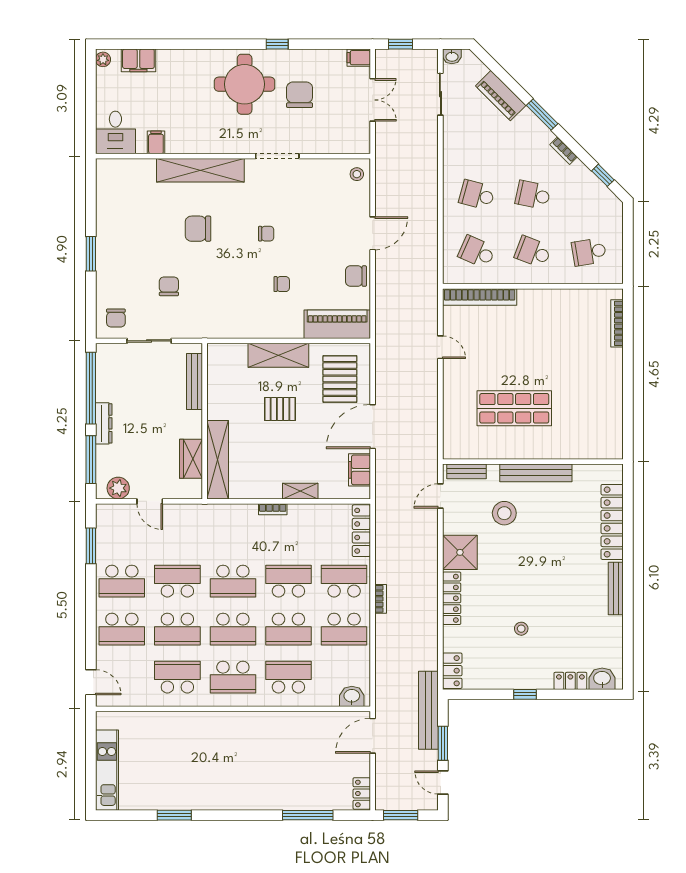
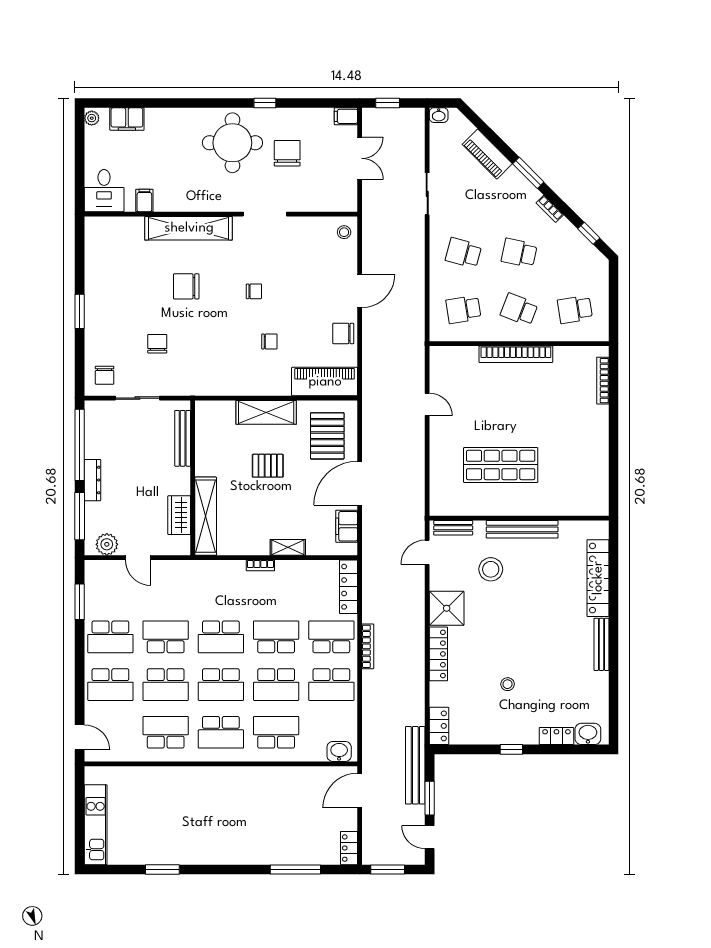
sliding door: (440, 94) -> (427, 194), moved
school desk: (477, 252) -> (463, 309), turned -33
bookcase: (480, 297) -> (516, 354), moved
bookcase: (381, 599) -> (368, 646), width x1.56

